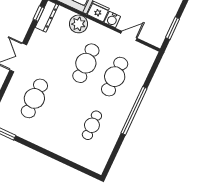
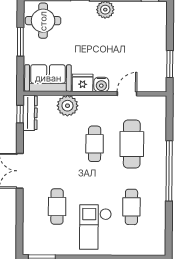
cafe table: (86, 63) -> (95, 144), width x0.73, depth x0.74
cafe table: (34, 98) -> (57, 207), width x0.73, depth x0.74
checkout: (57, 128) -> (95, 227), added

